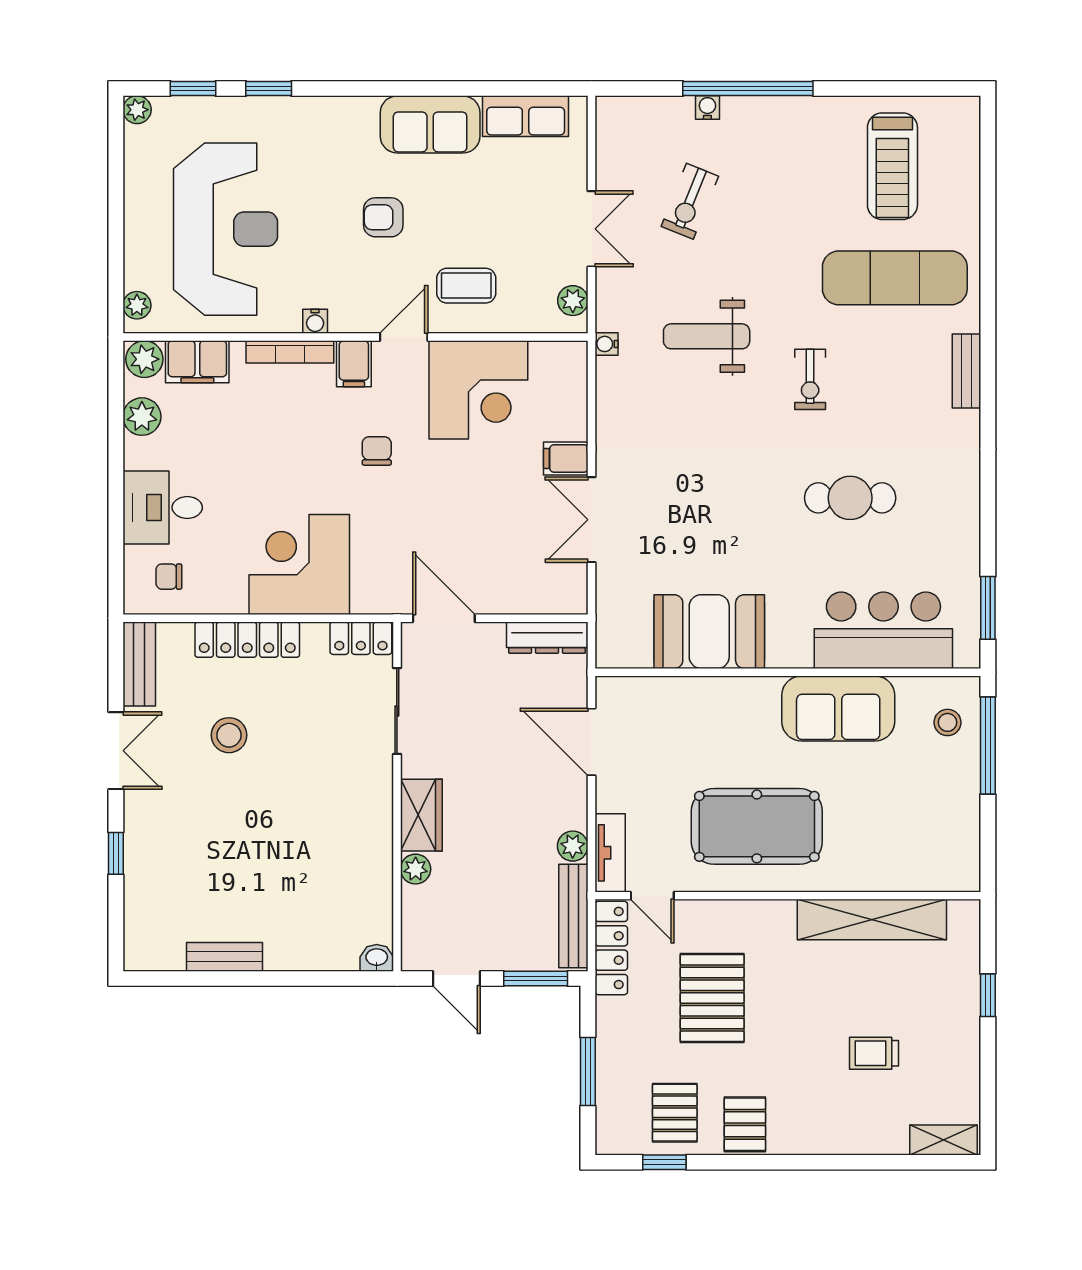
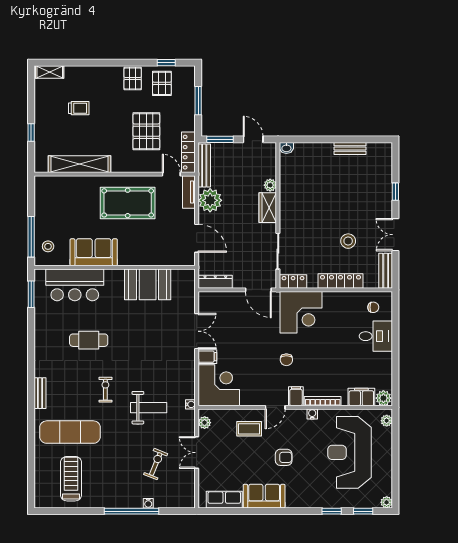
corner desk: (478, 390) -> (219, 385), moved, turned 90
plant: (142, 417) -> (384, 374), removed
corner desk: (299, 564) -> (301, 312), moved
plant: (573, 846) -> (210, 200), width x1.87, depth x1.87

